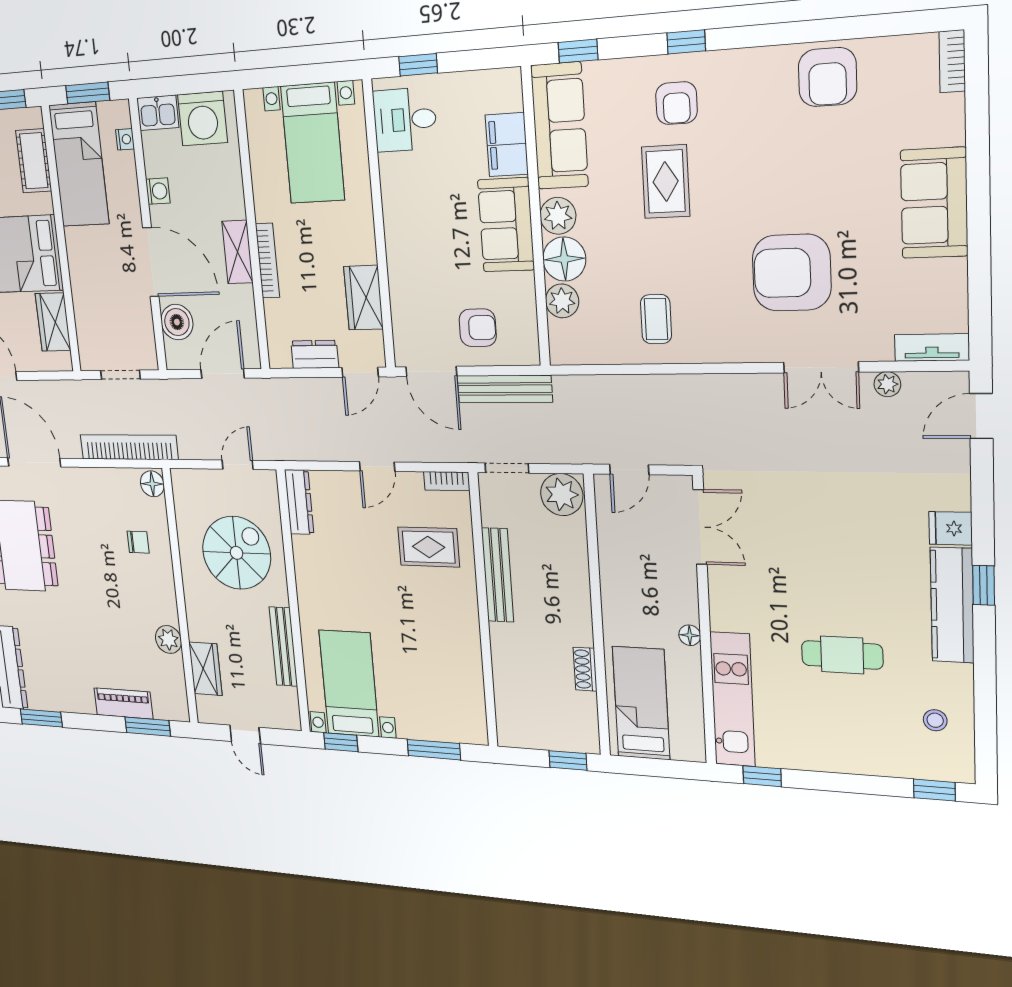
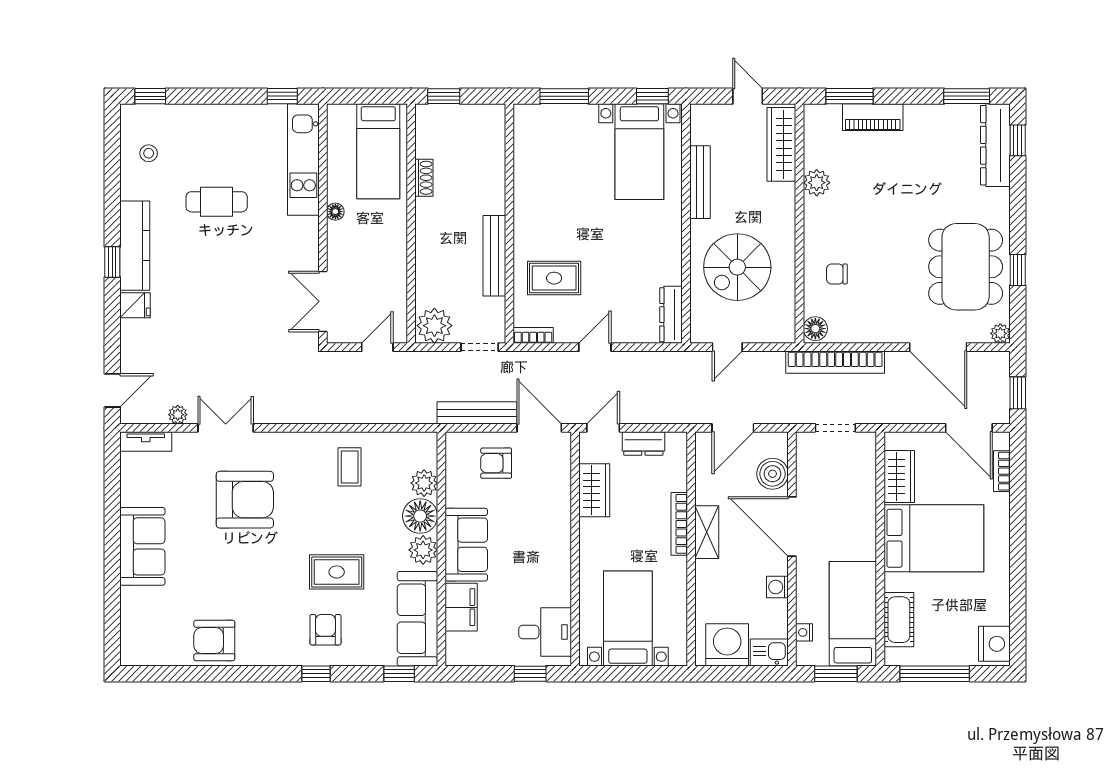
bookcase: (952, 61) -> (128, 645), removed
armchair: (827, 77) -> (214, 640), turned -90
rug: (666, 182) -> (337, 572), turned 90
wardrobe: (205, 669) -> (781, 144), width x1.50

